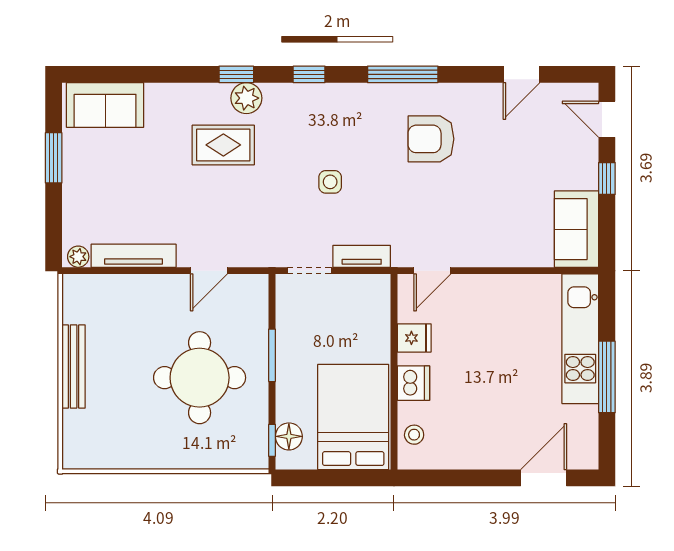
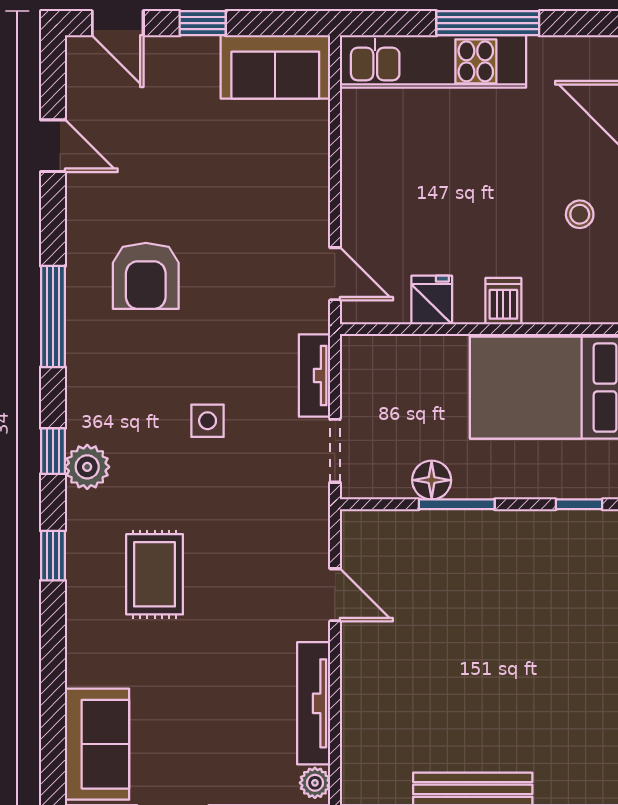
plant: (246, 98) -> (87, 467), moved
door: (607, 119) -> (118, 23), hinge flipped
round table: (200, 378) -> (489, 608), removed
dishwasher: (413, 383) -> (503, 301), width x0.73
stool: (414, 435) -> (580, 214), moved
floor lamp: (289, 436) -> (432, 480), moved

